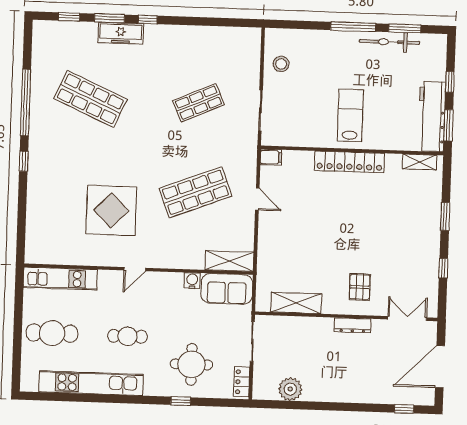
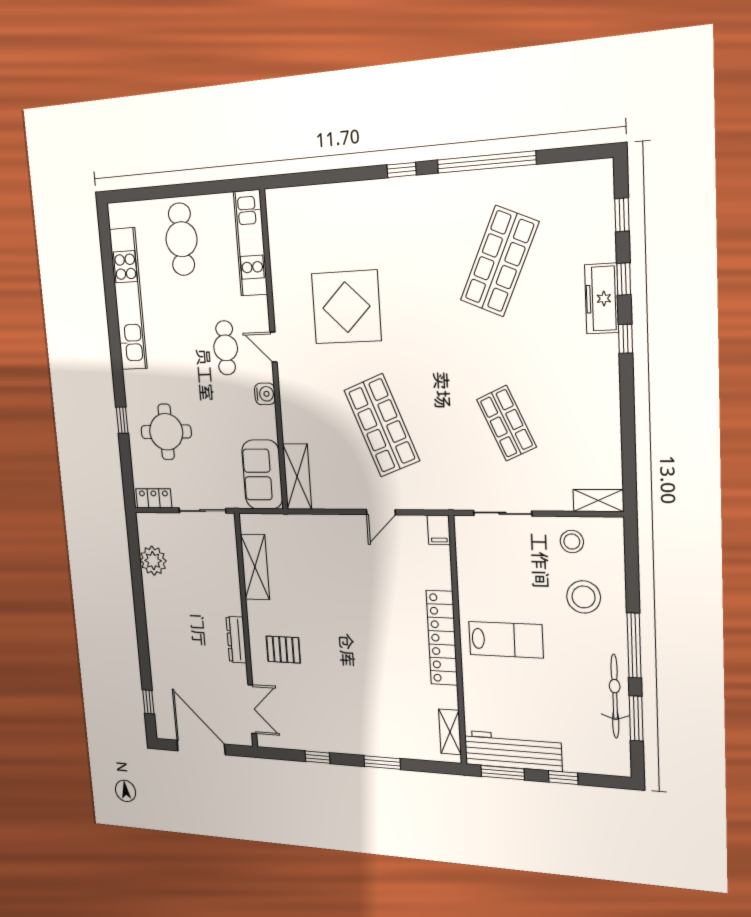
window: (109, 18) -> (624, 279), width x0.67
shelving: (254, 44) -> (598, 501), added
stool: (320, 59) -> (584, 597), added
water cooler: (192, 281) -> (265, 394), moved
cafe table: (127, 336) -> (226, 348), moved

